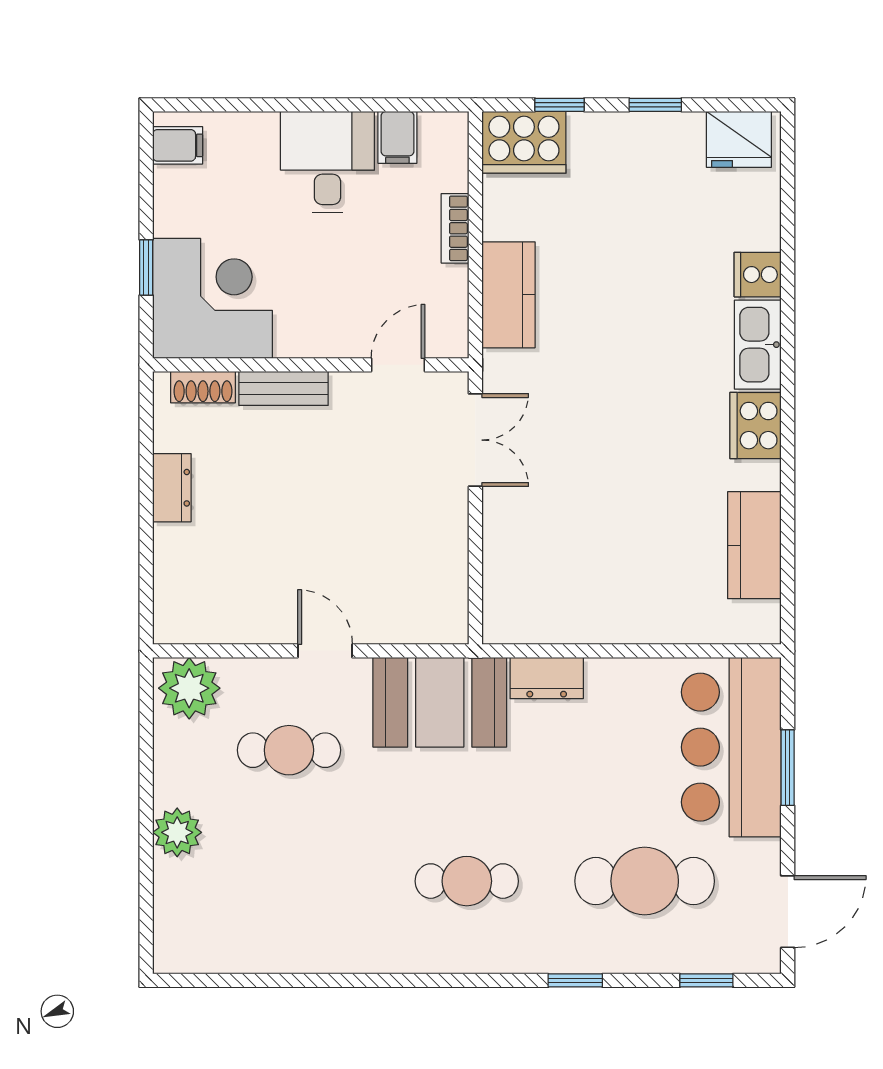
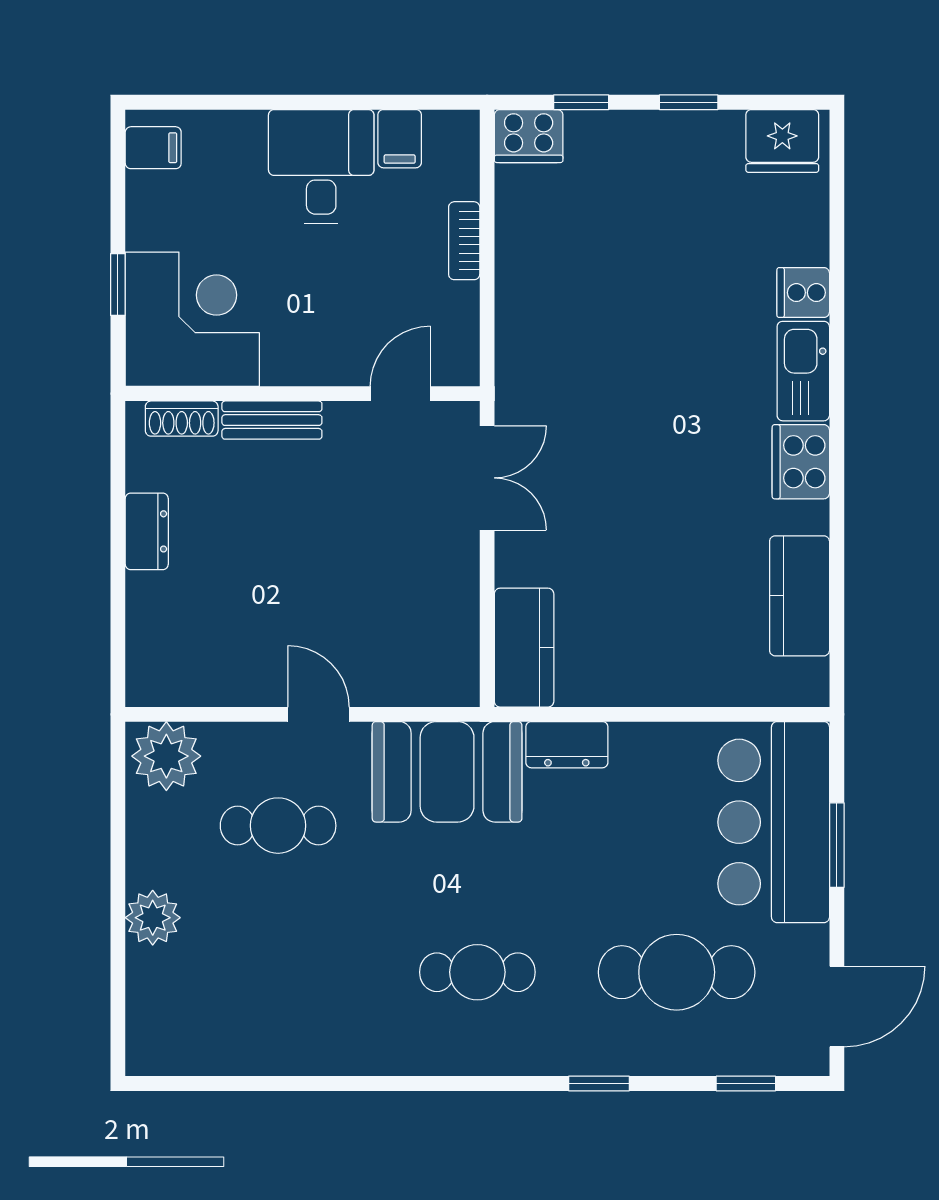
cooker: (524, 142) -> (529, 136), width x0.73, depth x0.76
kitchen counter: (508, 295) -> (524, 648), moved

